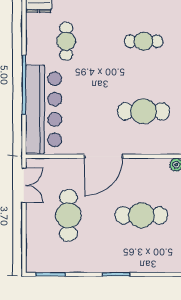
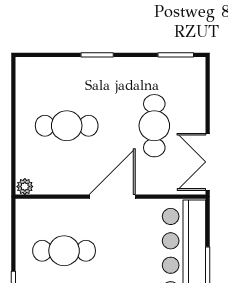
double door: (24, 185) -> (208, 162), width x1.37

